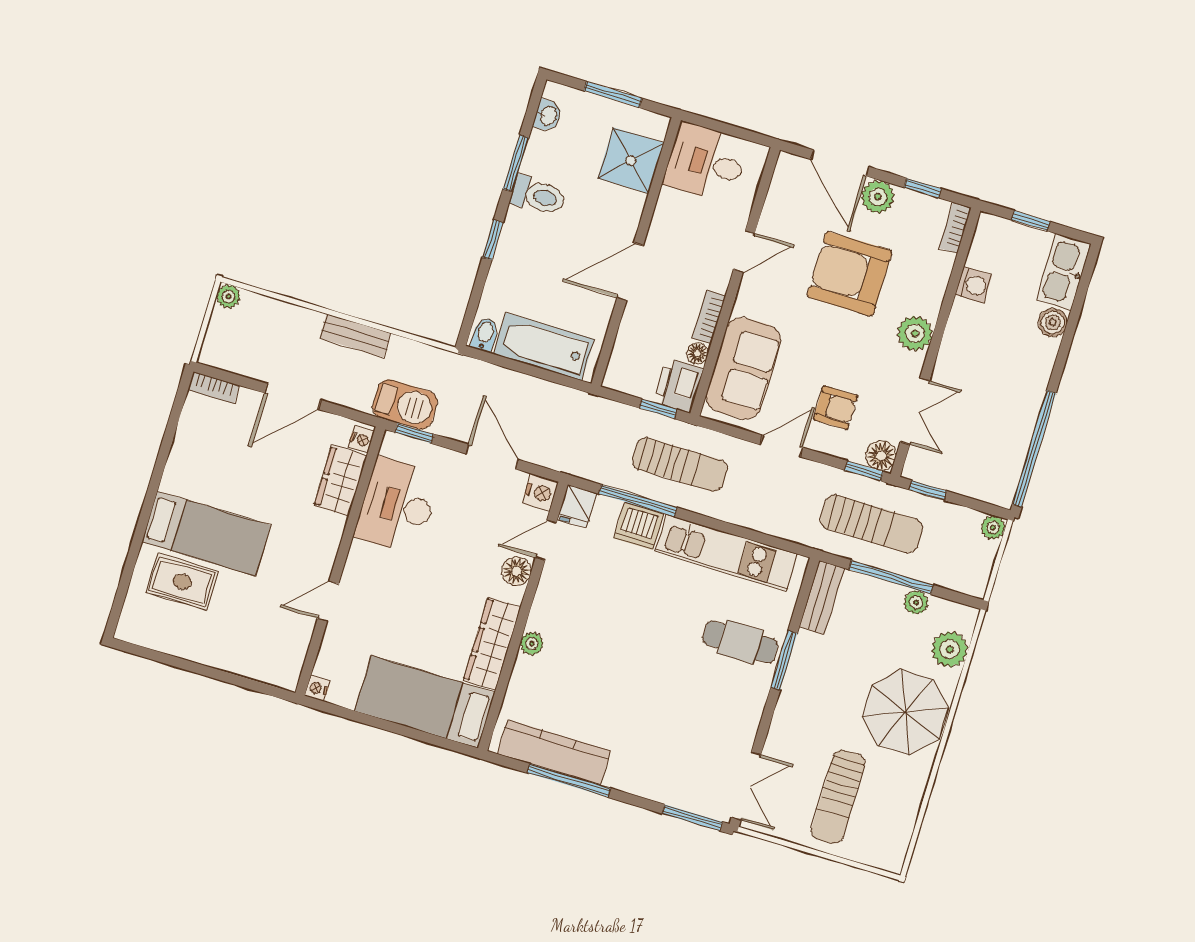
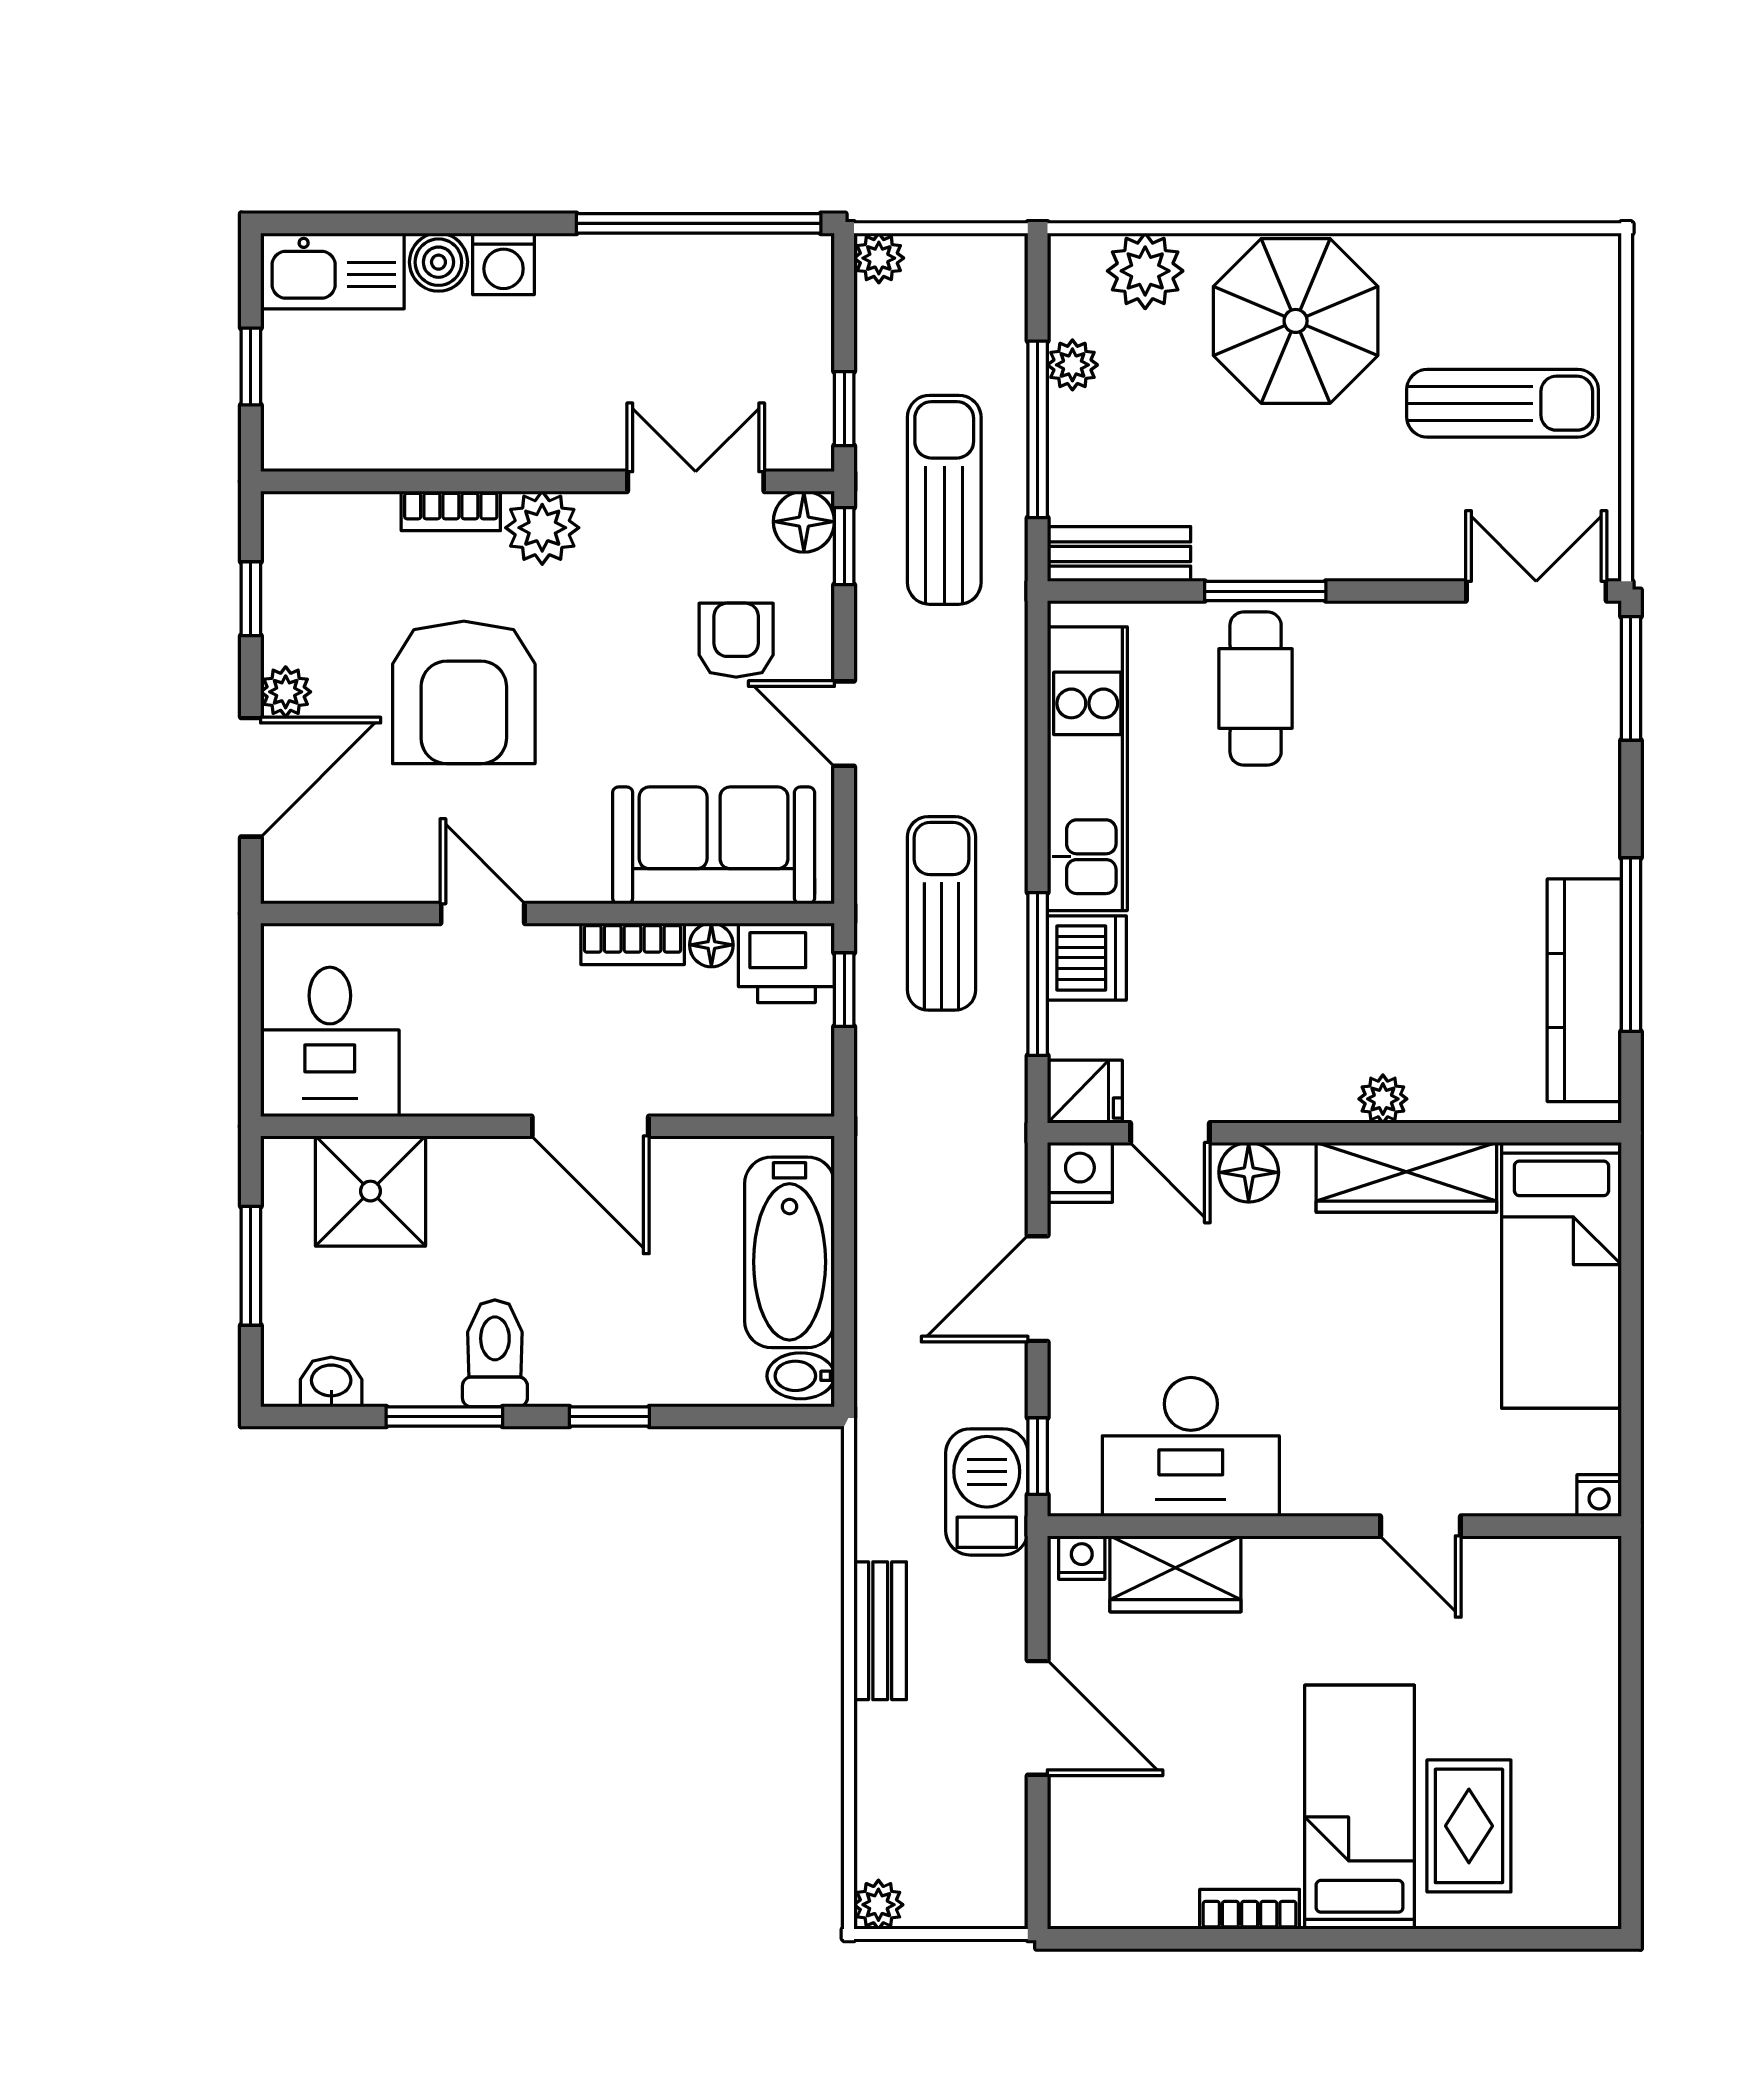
plant: (878, 197) -> (286, 692), width x0.73, depth x0.73
bookcase: (955, 228) -> (451, 511), moved
washing machine: (974, 285) -> (504, 264), moved, turned 180
bookcase: (214, 388) -> (1250, 1909), moved, turned -90

